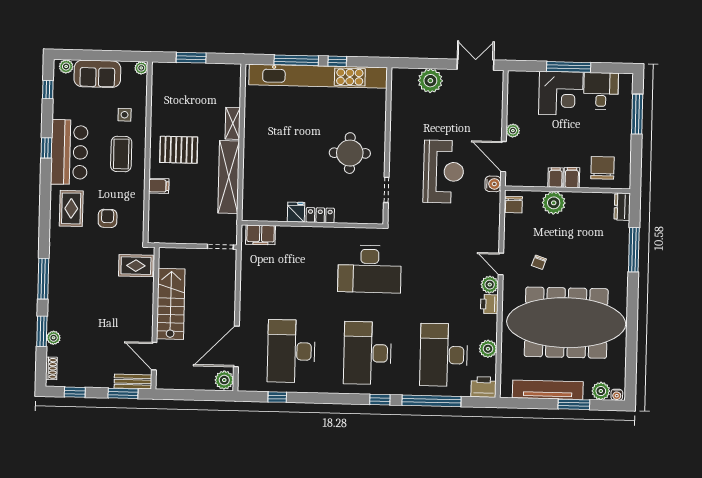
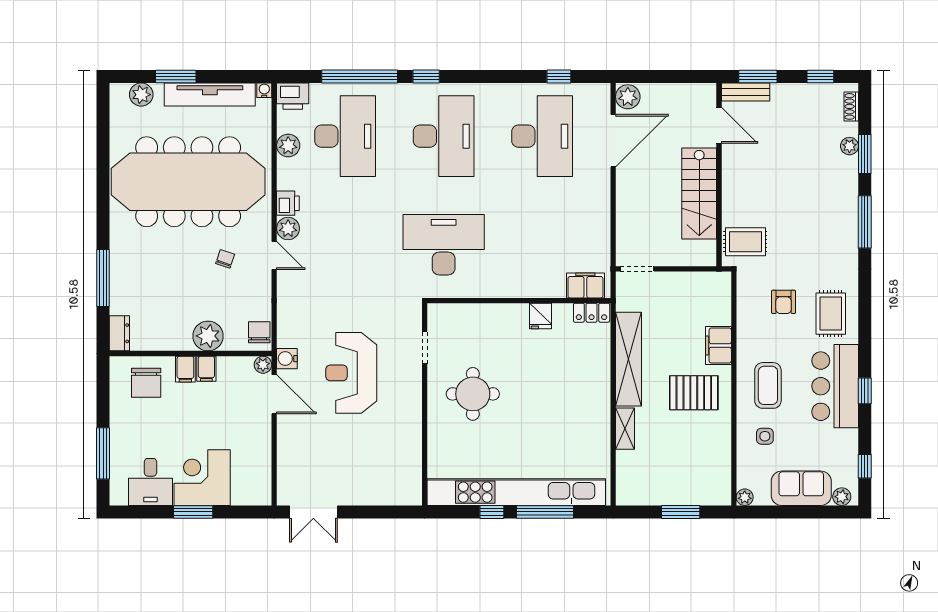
window: (569, 67) -> (193, 512), width x0.69
plant: (430, 81) -> (371, 490), removed
plant: (513, 131) -> (263, 365), moved
filing cabinet: (159, 186) -> (718, 345), width x2.00
locker: (320, 215) -> (592, 313), moved
water cooler: (617, 395) -> (264, 90), moved

